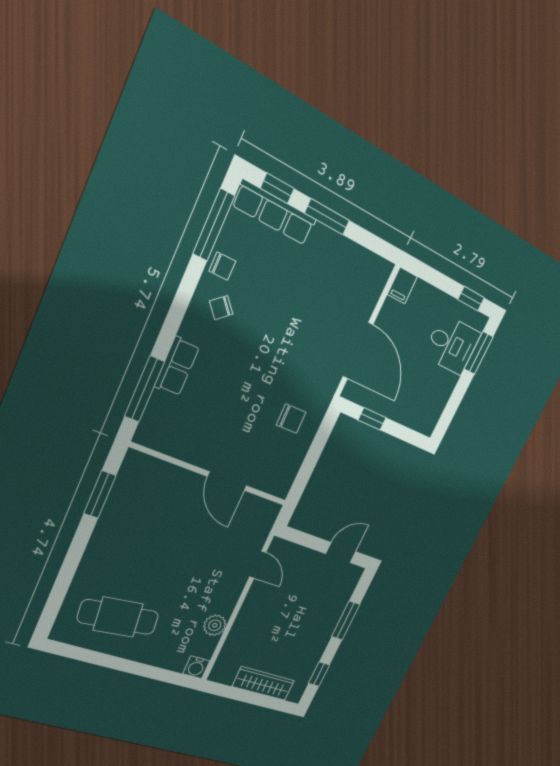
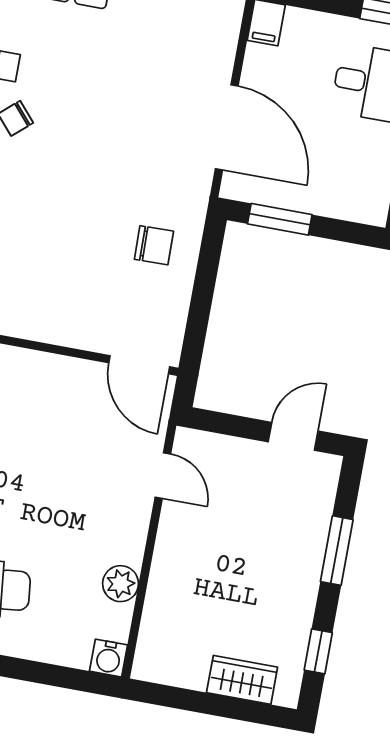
window: (372, 419) -> (280, 219), width x1.50
door: (227, 481) -> (139, 365), moved
wardrobe: (263, 684) -> (242, 680), width x0.67

